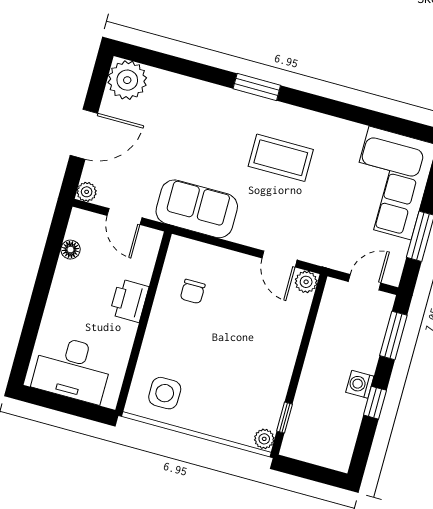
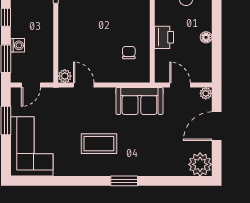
floor lamp: (70, 250) -> (206, 37), moved
washing machine: (360, 384) -> (18, 45), moved

